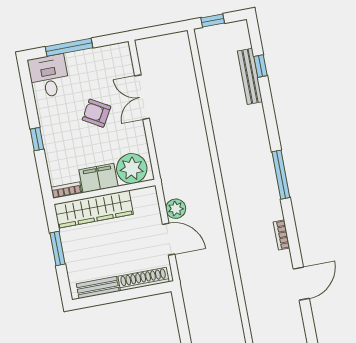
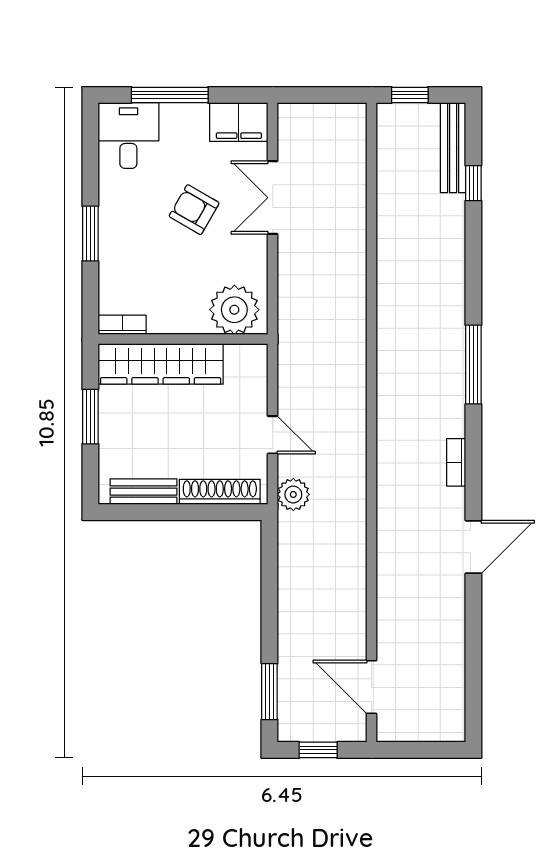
bench: (250, 76) -> (453, 148), moved
window: (37, 139) -> (90, 234), width x1.50
filing cabinet: (98, 178) -> (239, 122), moved, turned 180
plant: (176, 209) -> (293, 494), moved
door: (169, 239) -> (273, 435), width x0.73

